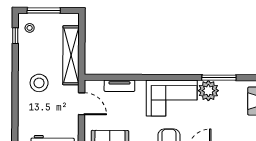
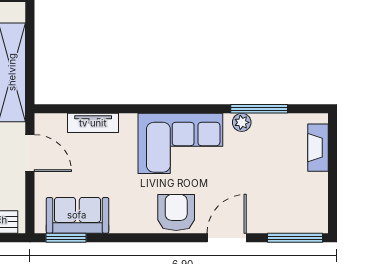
plant: (208, 91) -> (242, 122), width x0.53, depth x0.53

